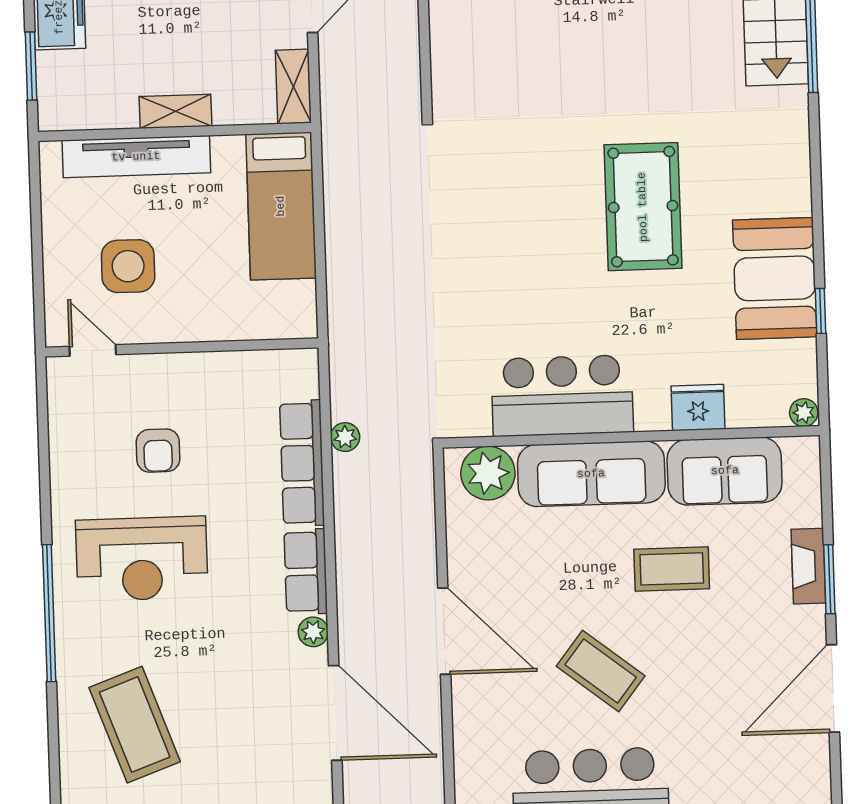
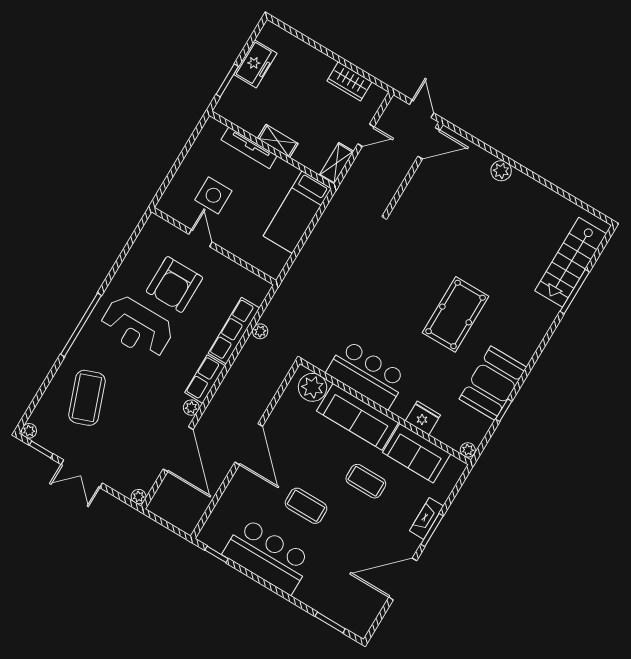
tv unit: (136, 157) -> (249, 148), width x0.73, depth x0.78
door: (93, 350) -> (201, 238), moved
armchair: (158, 451) -> (174, 284), width x1.88, depth x1.88
coffee table: (601, 671) -> (306, 506), turned -38

